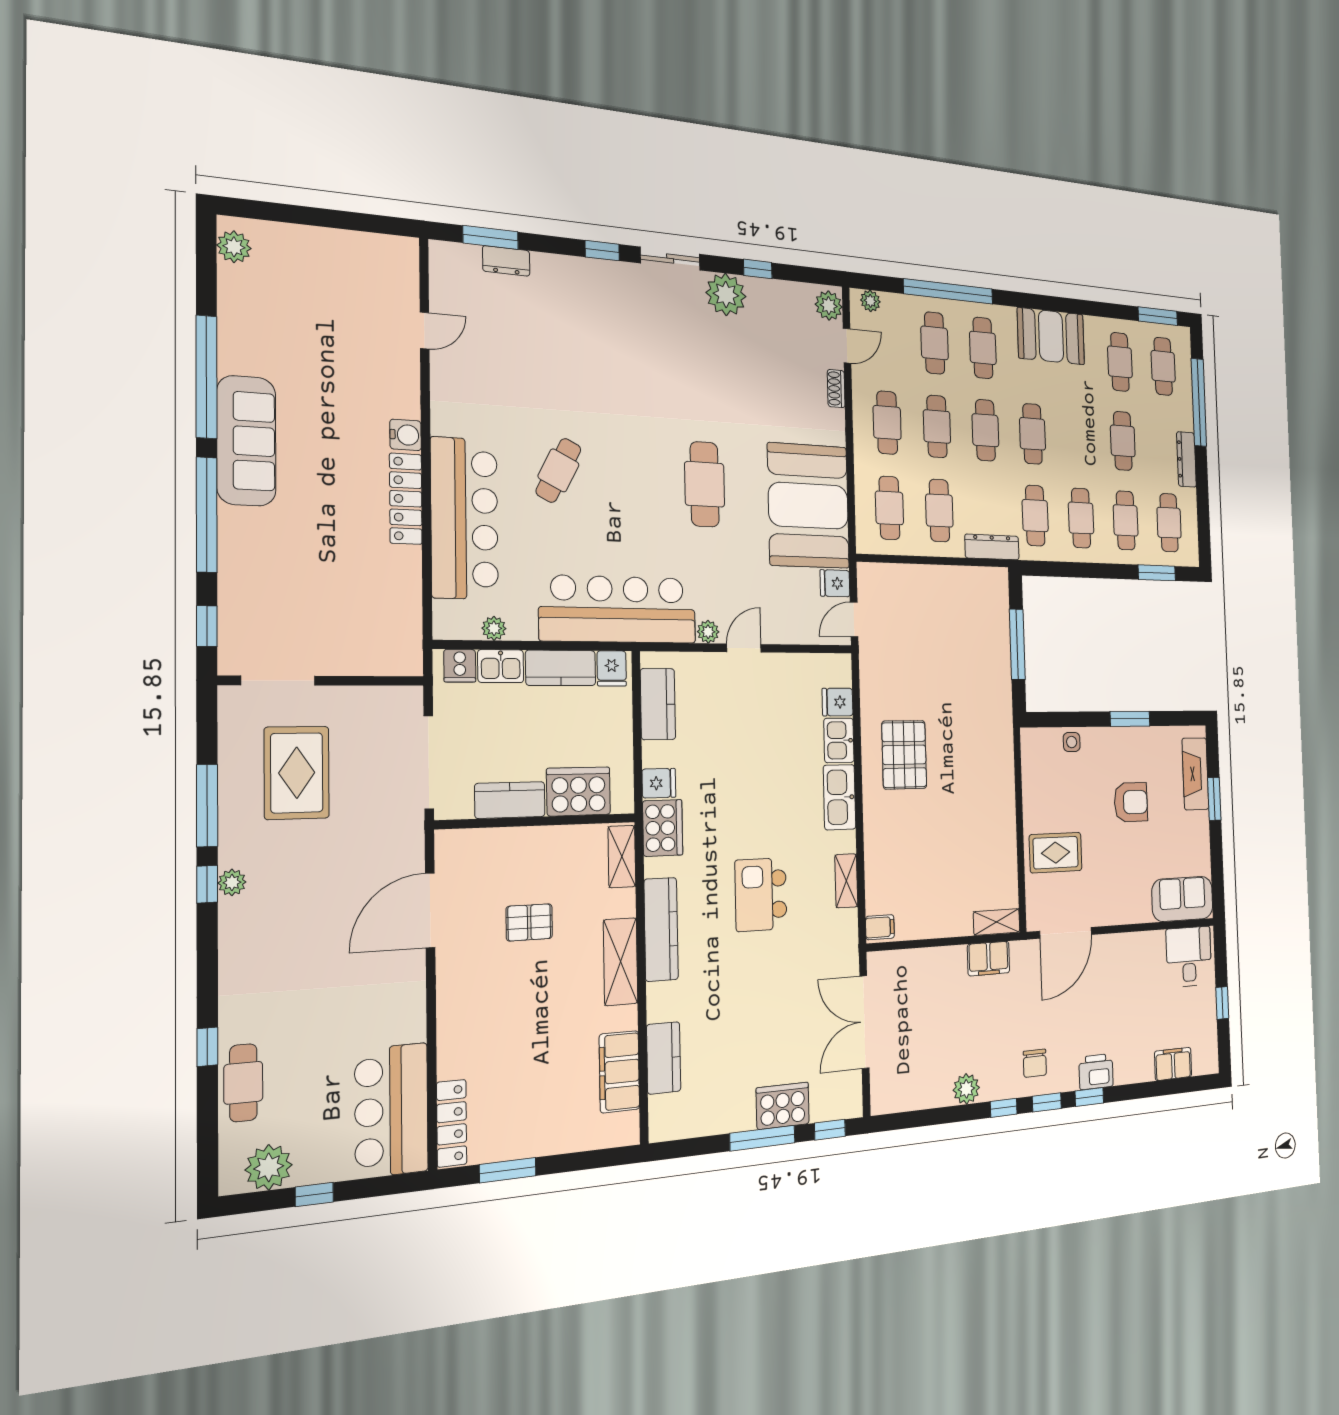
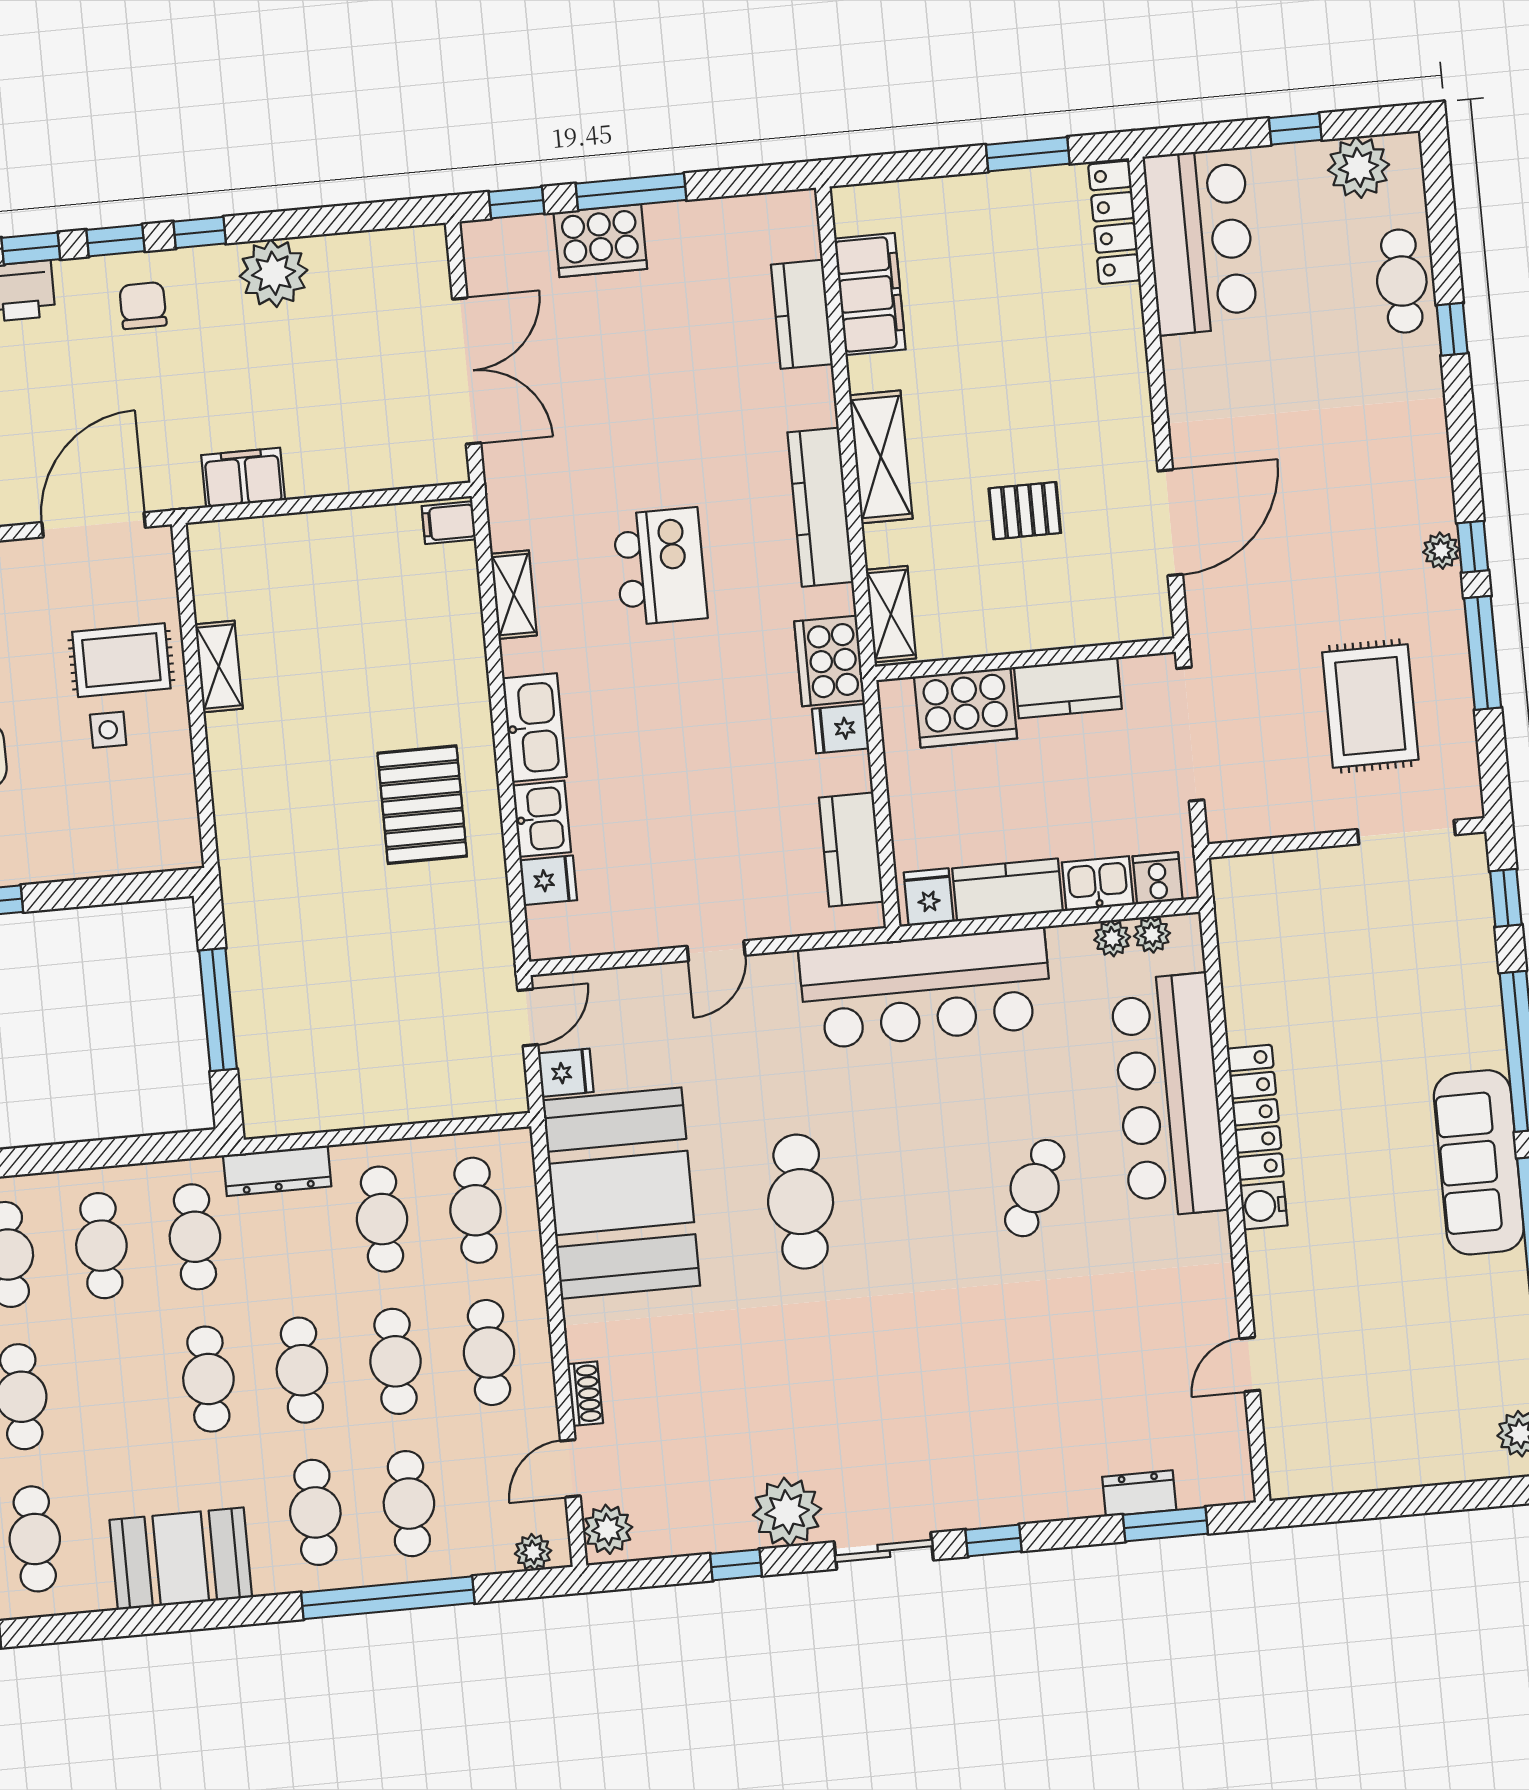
plant: (708, 632) -> (1152, 935), moved
side table: (1072, 742) -> (108, 730), moved
shelving: (997, 922) -> (219, 666), moved, turned 90
plant: (966, 1089) -> (274, 273), width x1.36, depth x1.36

